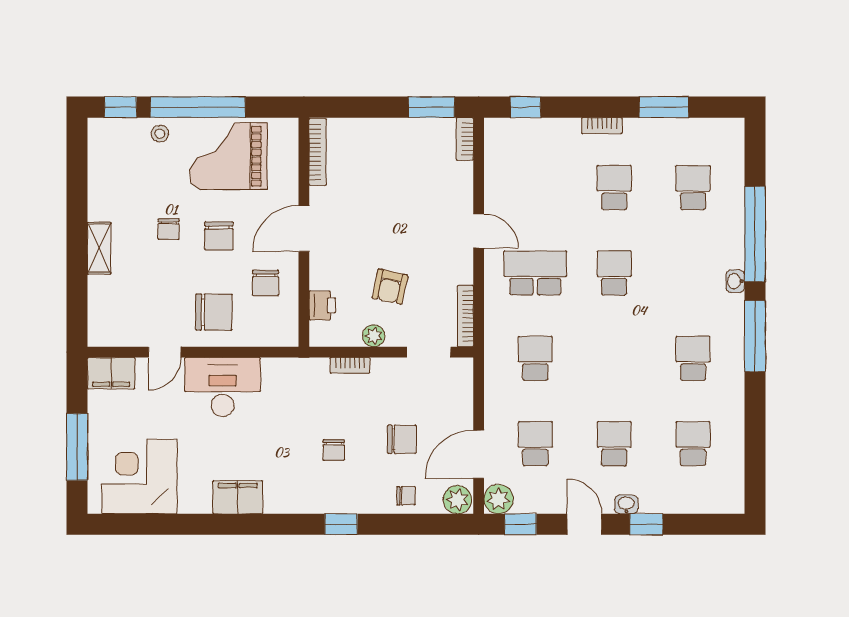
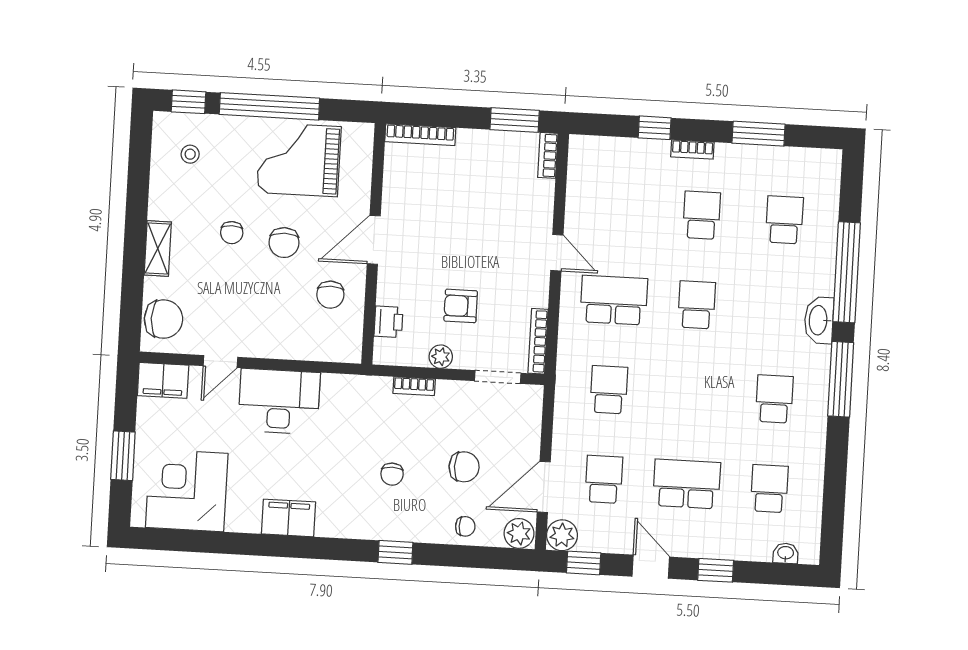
window: (526, 107) -> (655, 128), moved
stool: (160, 134) -> (190, 154), moved
bookcase: (318, 152) -> (420, 135), moved, turned 90
washbasin: (735, 281) -> (819, 320), width x1.91, depth x1.45
armchair: (390, 287) -> (461, 306), turned 78
chair: (214, 312) -> (163, 319), moved
school desk: (614, 444) -> (687, 484), width x1.85
window: (77, 447) -> (123, 456), width x0.69
washbasin: (626, 504) -> (786, 553), moved

